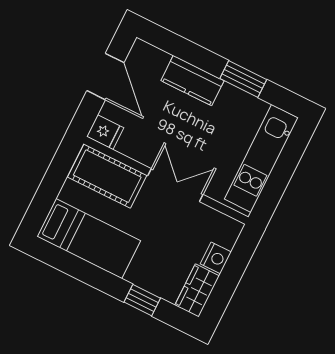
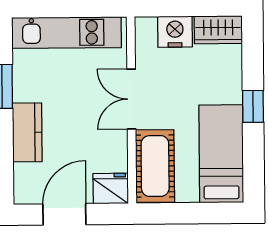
fridge: (105, 132) -> (111, 189), width x1.38
nightstand: (216, 258) -> (175, 32), width x1.36, depth x1.33
window: (142, 300) -> (253, 106), moved

